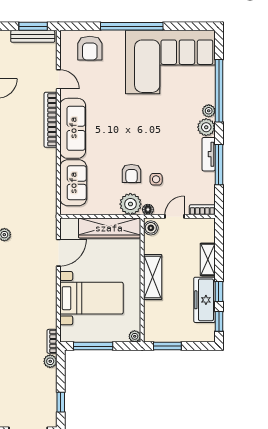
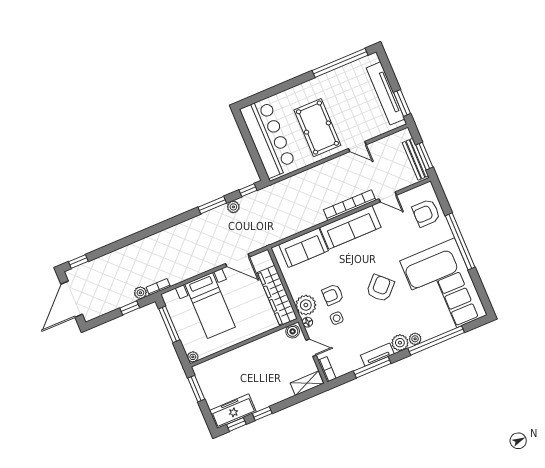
door: (58, 79) -> (388, 197), hinge flipped
armchair: (145, 124) -> (380, 288), added
shelving: (208, 259) -> (307, 383), moved
shelving: (153, 277) -> (251, 351), removed
freezer: (204, 300) -> (233, 411), moved
window: (61, 402) -> (130, 308), moved

